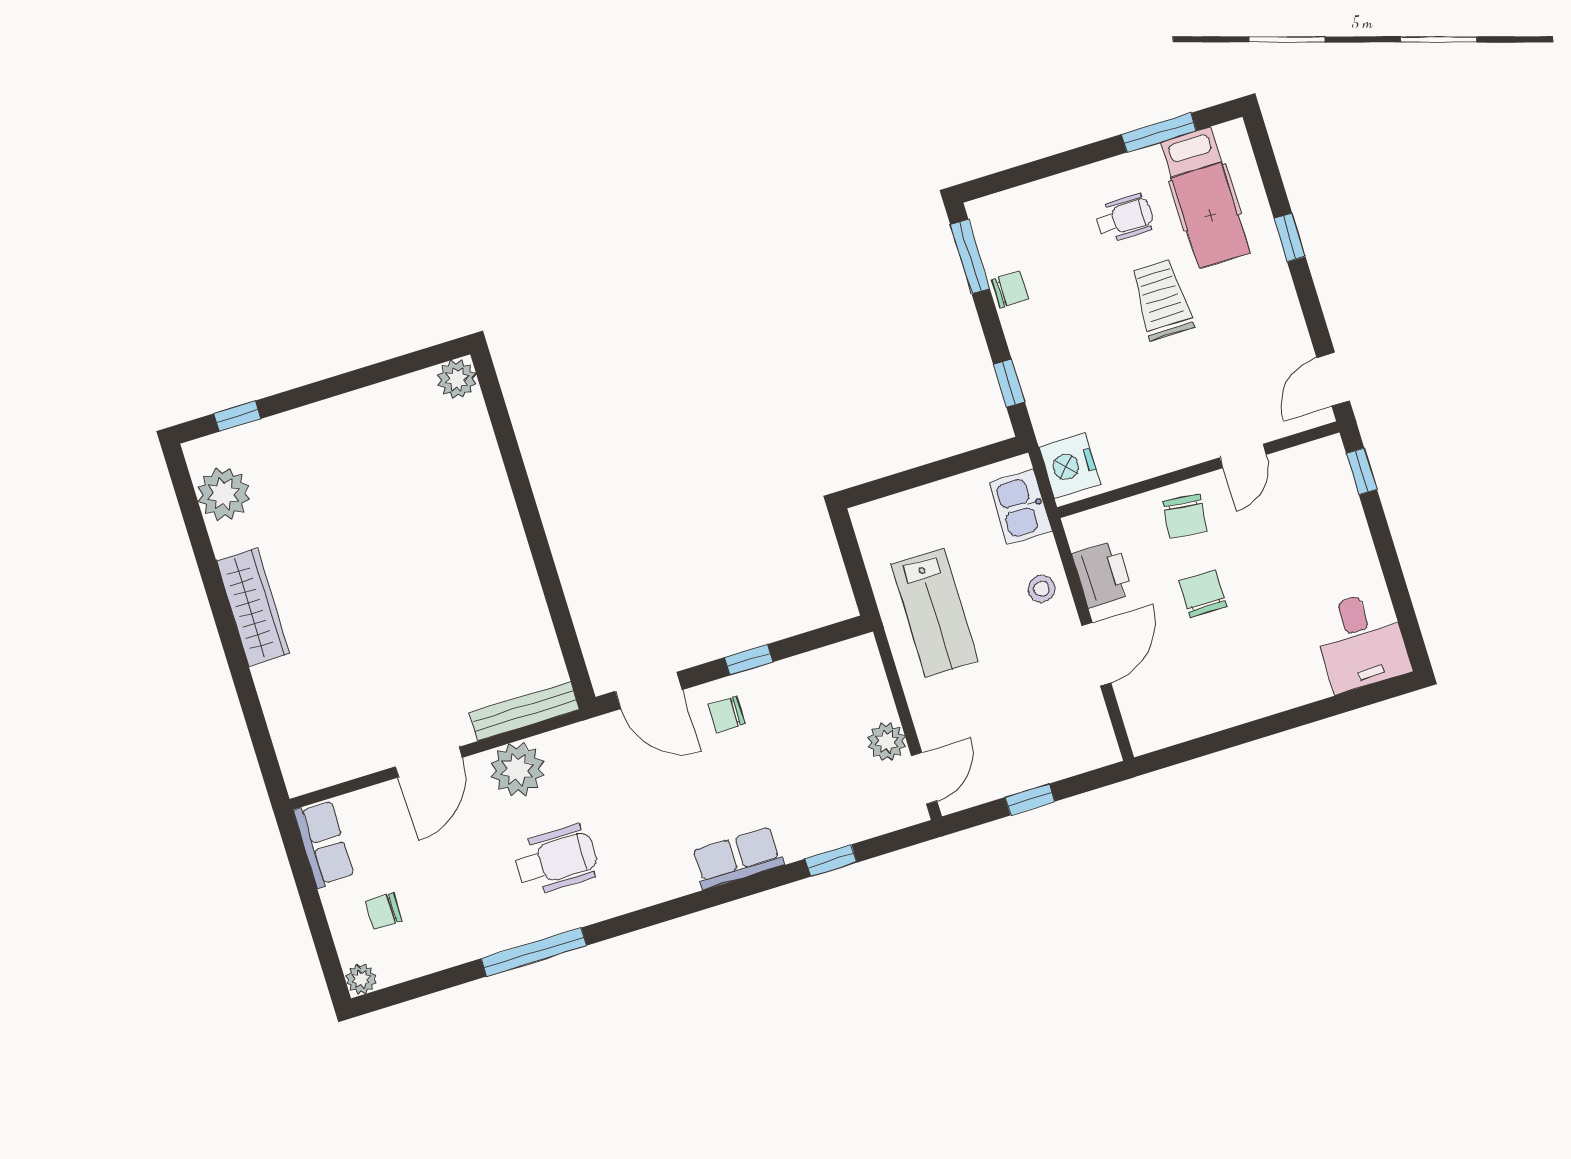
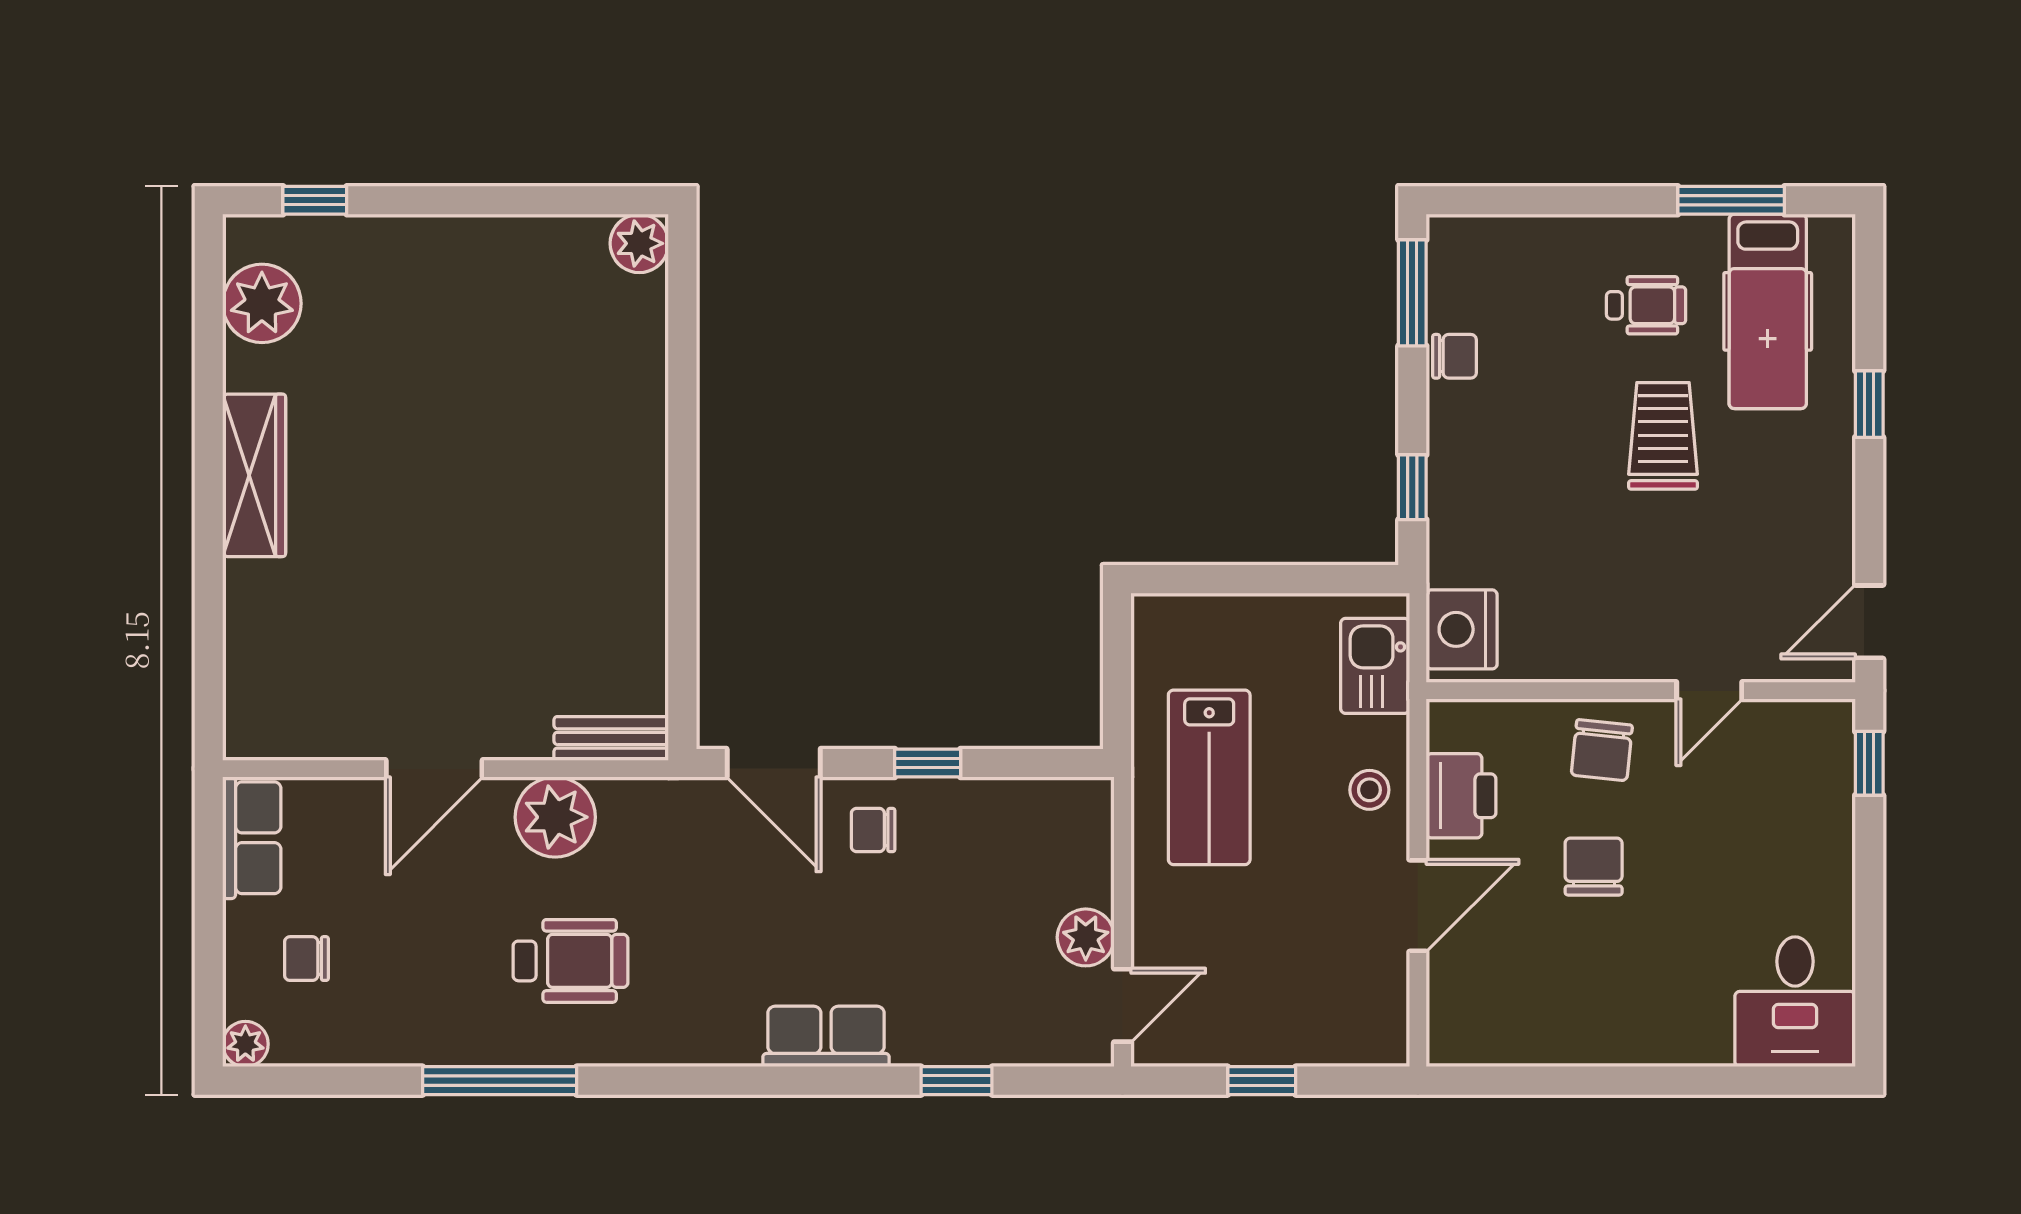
bench: (524, 711) -> (611, 738), width x0.73

